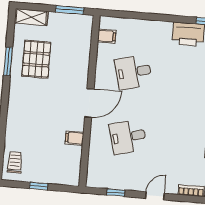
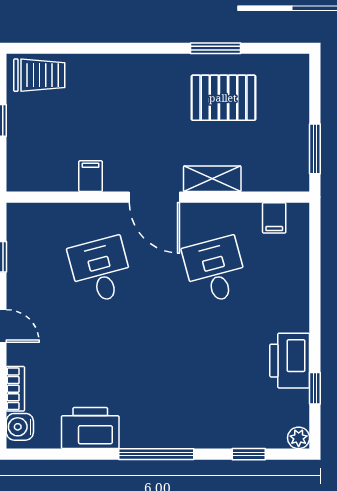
shelving: (31, 17) -> (212, 179), moved, turned 90
trolley: (15, 162) -> (39, 75), width x1.36, depth x1.39

